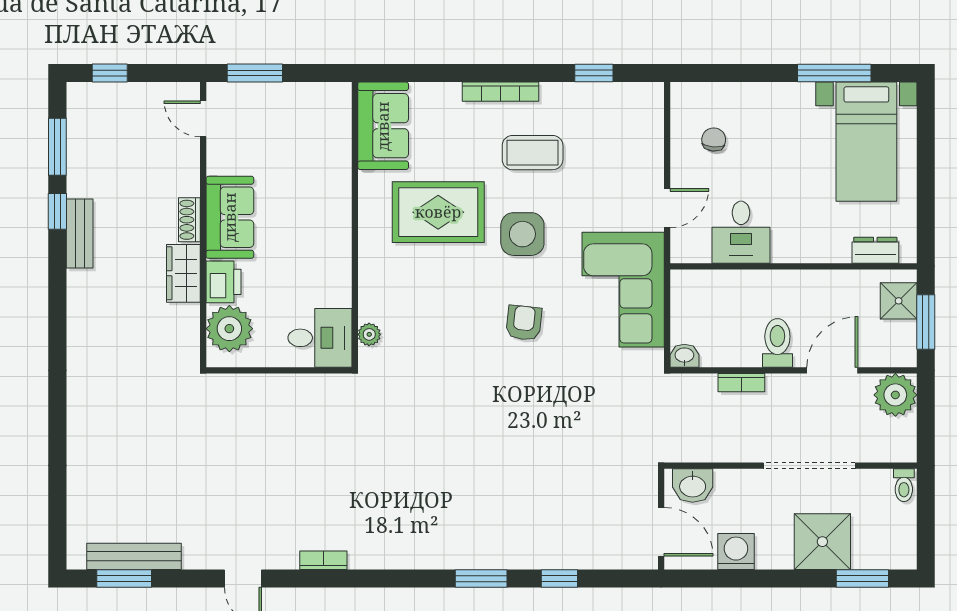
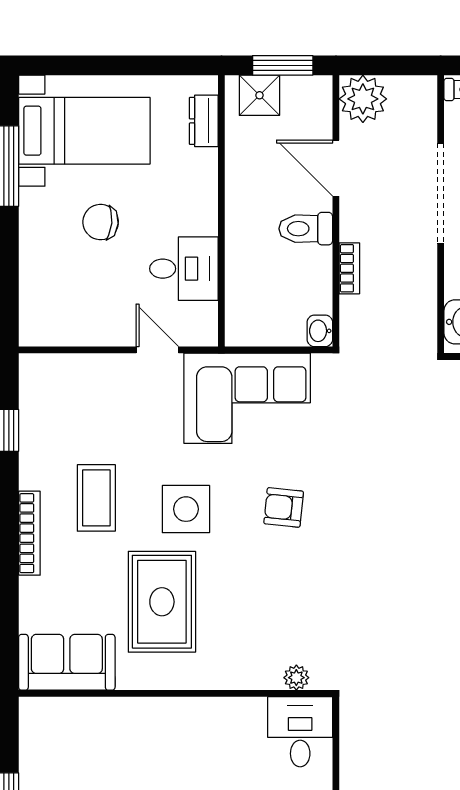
chair: (714, 139) -> (101, 222), moved, width x1.37, depth x1.37

